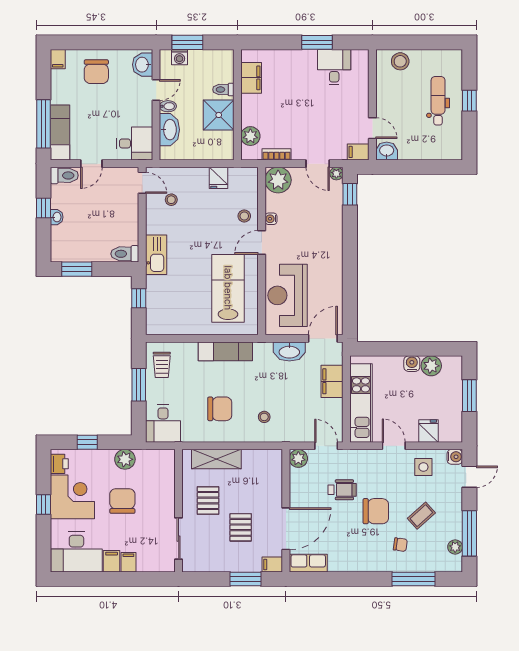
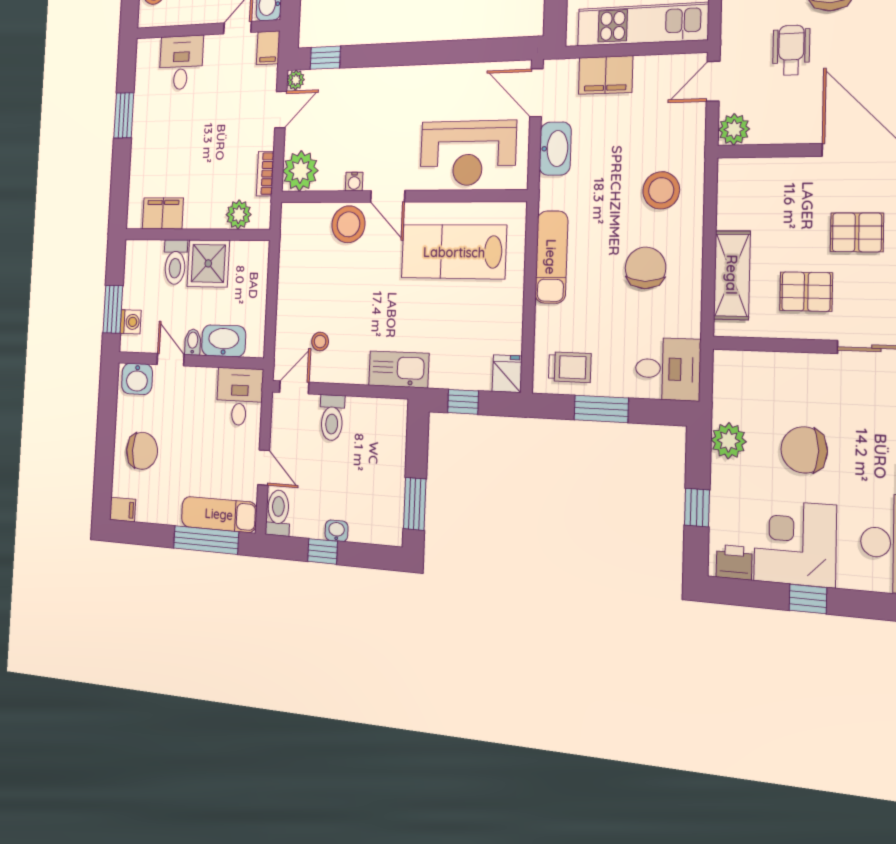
desk: (334, 67) -> (181, 63), moved, turned 90
toilet: (223, 90) -> (175, 262), width x1.37, depth x1.39
fridge: (219, 178) -> (507, 374), moved, turned -90
stool: (244, 216) -> (348, 224), width x1.89, depth x1.89
toilet: (125, 254) -> (332, 418), moved
stool: (264, 417) -> (661, 190), width x1.89, depth x1.89

